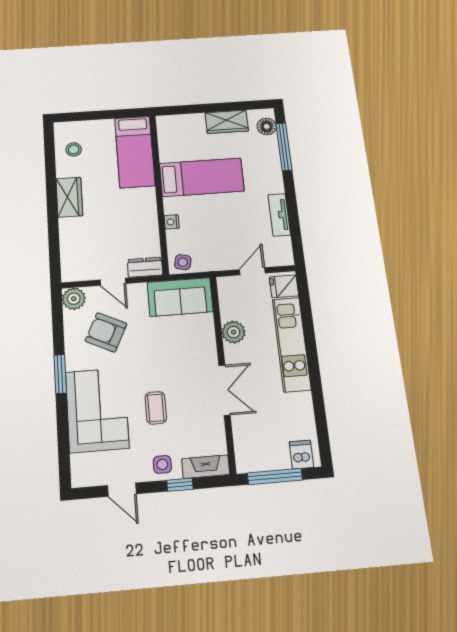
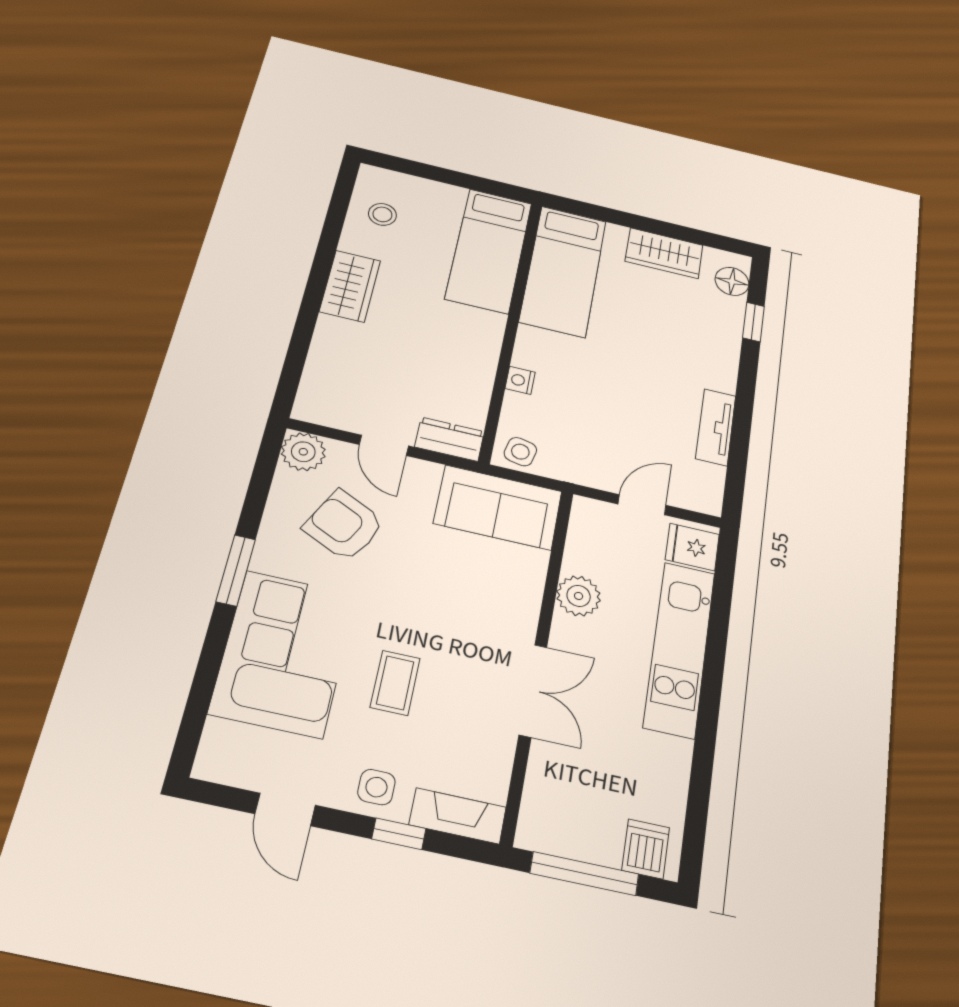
window: (284, 147) -> (753, 322), width x0.46
bed: (202, 177) -> (563, 271), moved, turned 90

